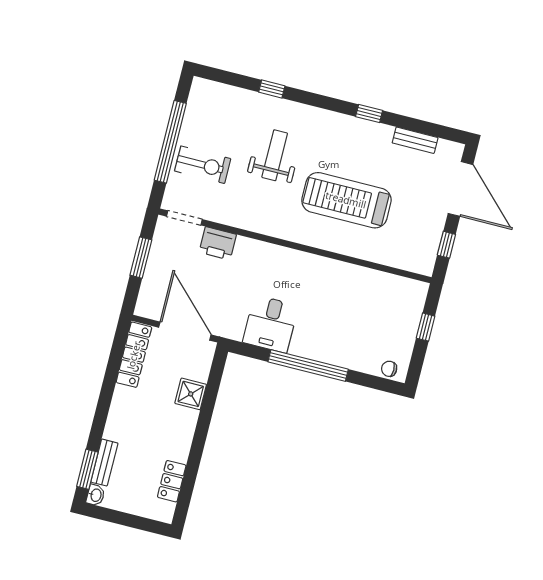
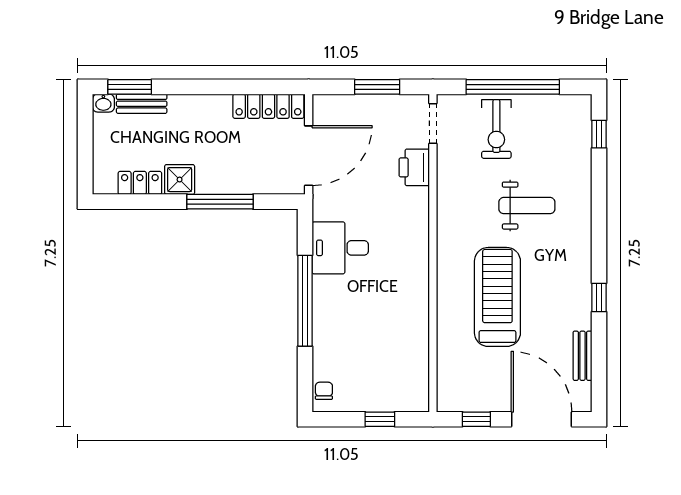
window: (272, 89) -> (599, 134), moved
door: (461, 189) -> (542, 419), swing flipped
shower: (191, 394) -> (180, 180), moved
window: (205, 417) -> (220, 202), added

